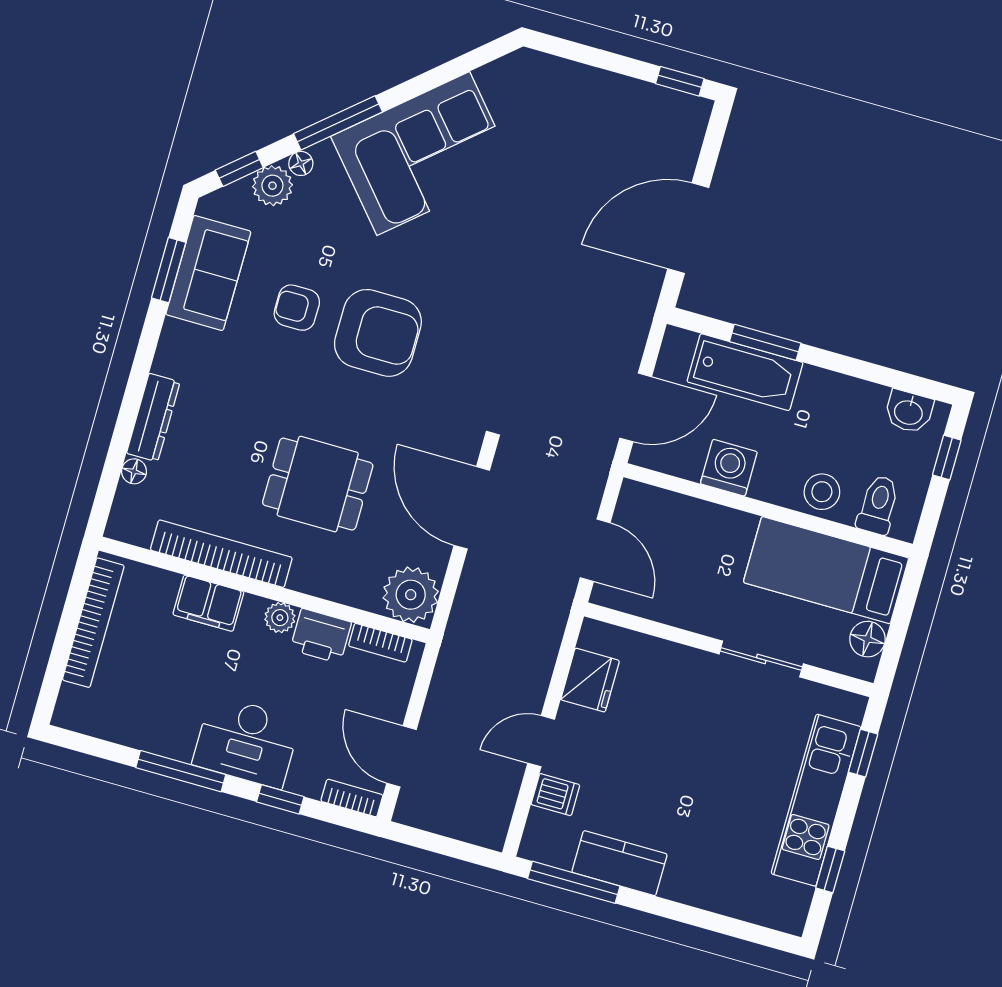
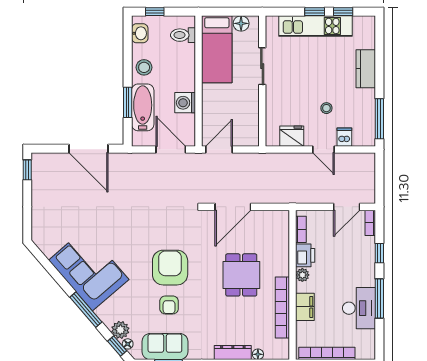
floor lamp: (301, 163) -> (128, 344), moved
stool: (822, 492) -> (144, 67), moved
door: (595, 550) -> (219, 149), moved
plant: (411, 595) -> (277, 222), removed
desk: (246, 742) -> (359, 308), moved
window: (863, 753) -> (315, 12), moved
stool: (630, 773) -> (326, 108), added
kitchen counter: (620, 863) -> (366, 69), moved

